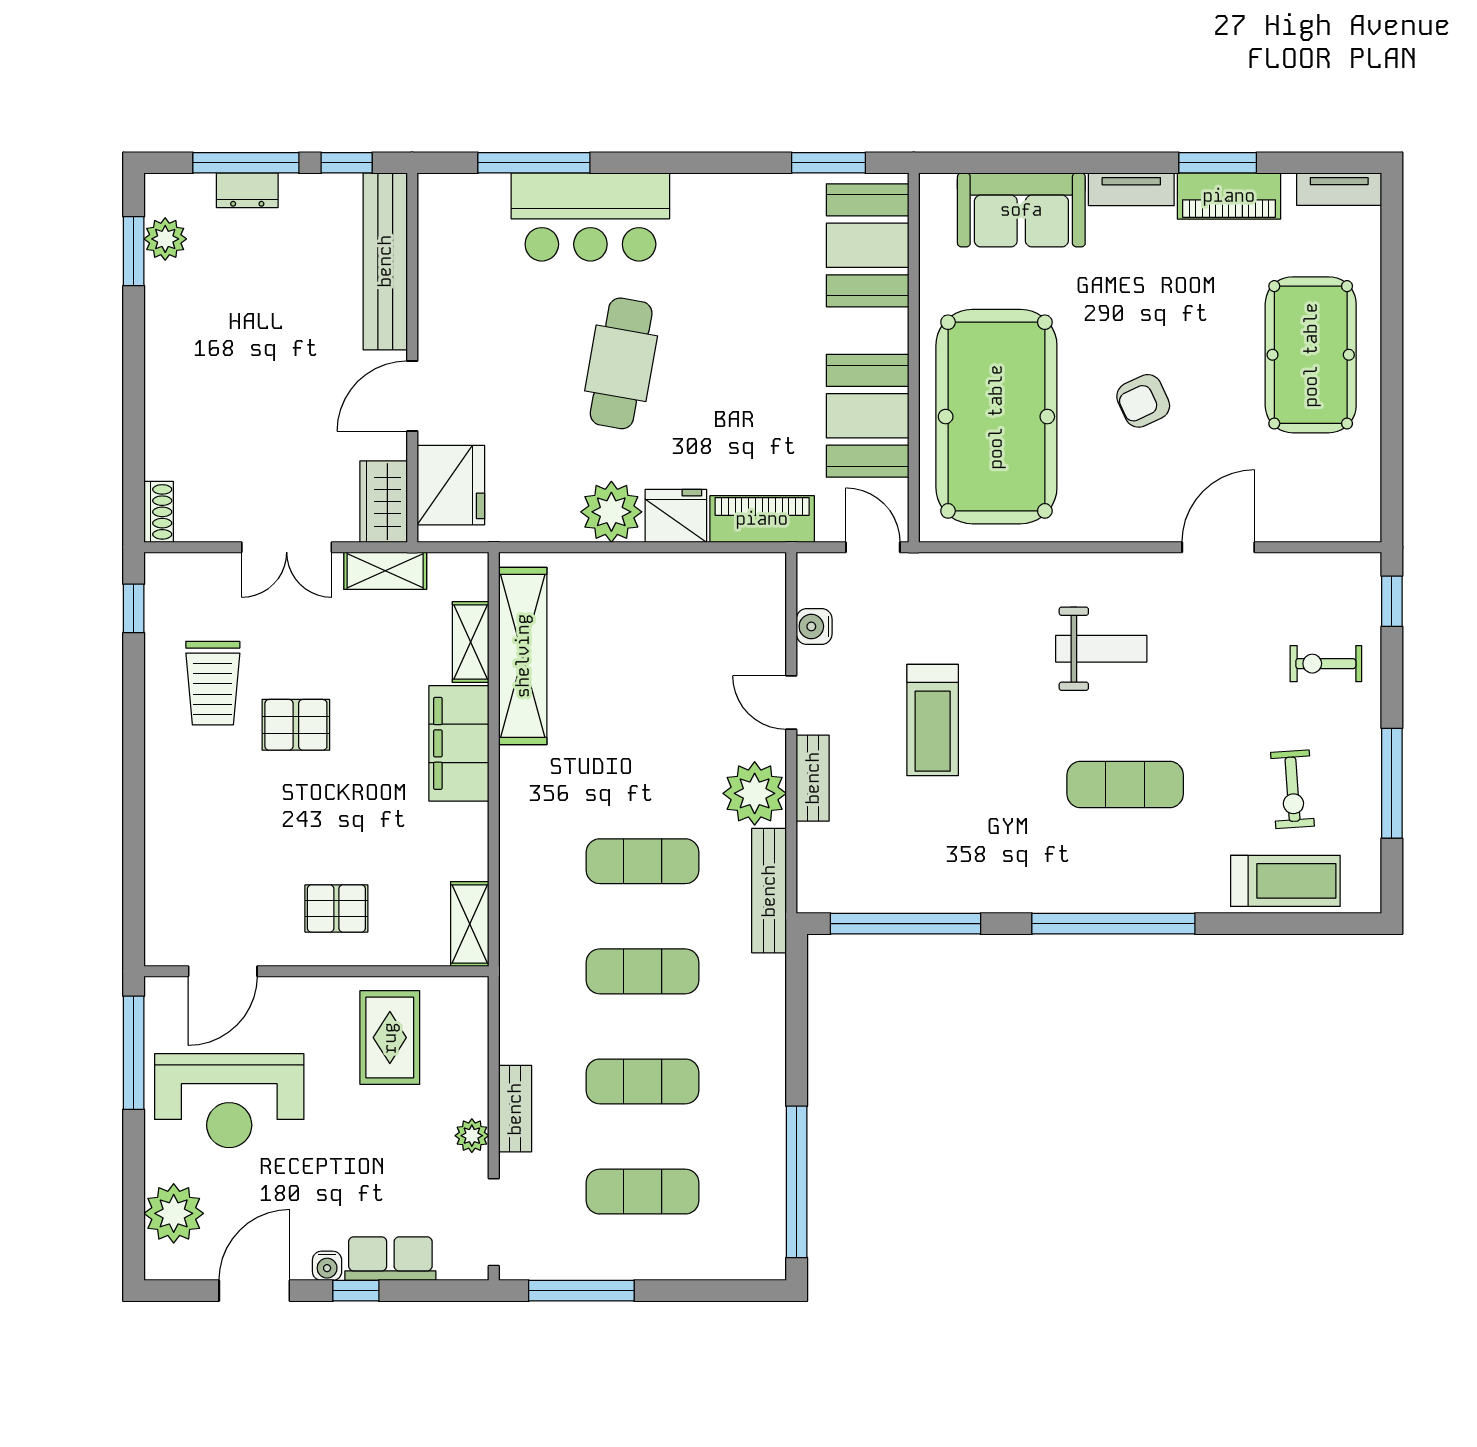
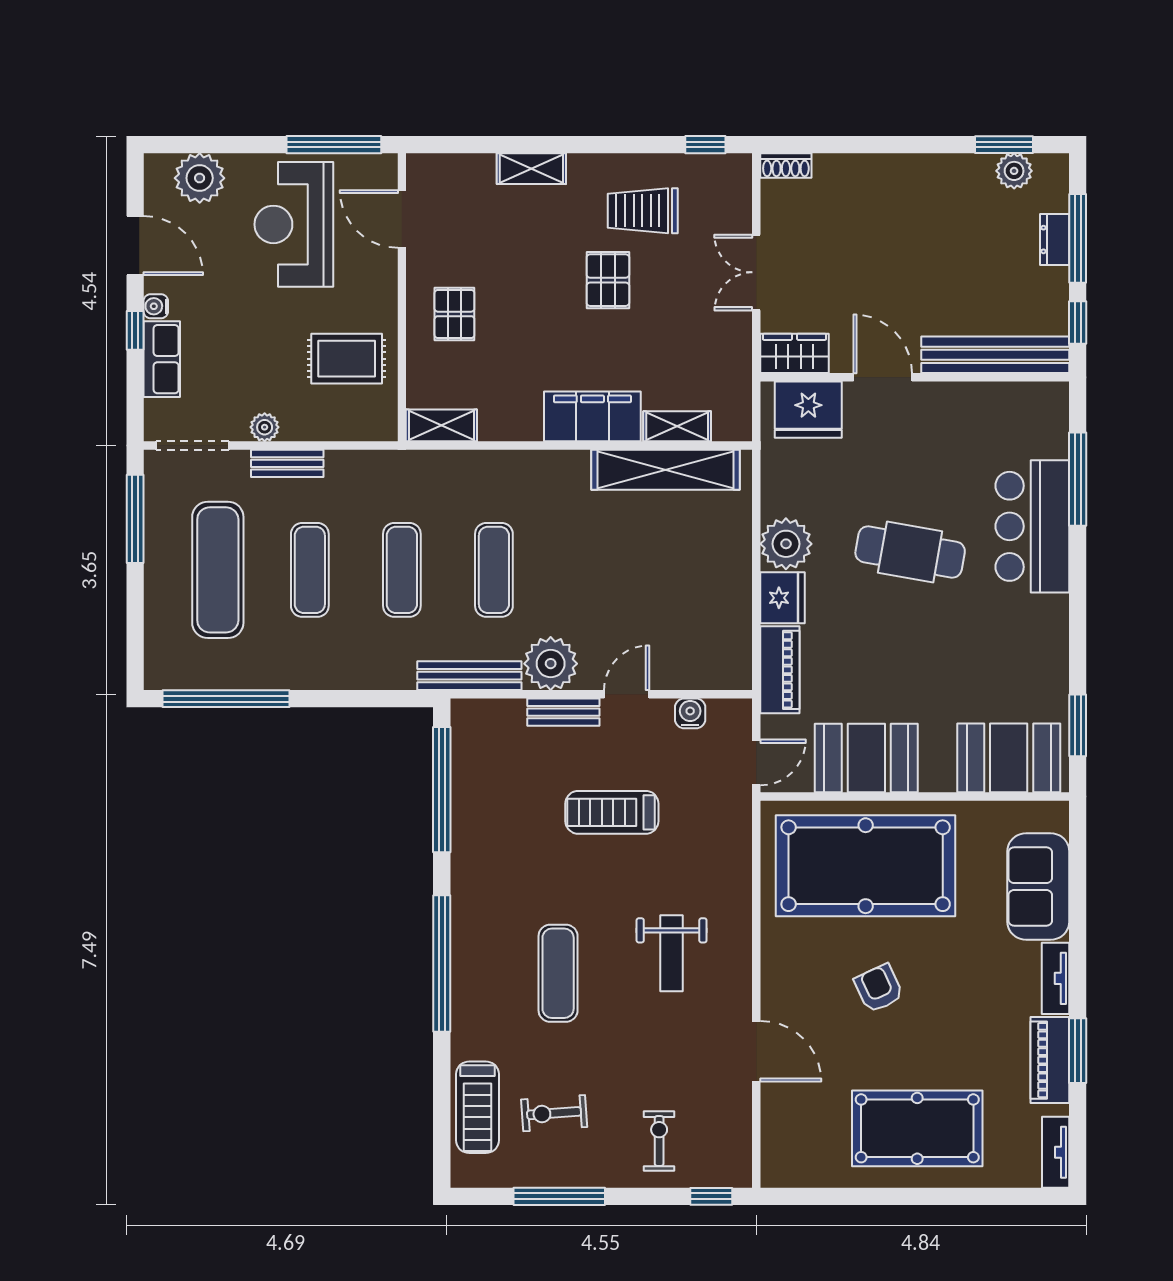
shelving: (385, 571) -> (531, 169), moved, turned 90
exercise mat: (643, 1192) -> (218, 570), width x1.36, depth x1.45

